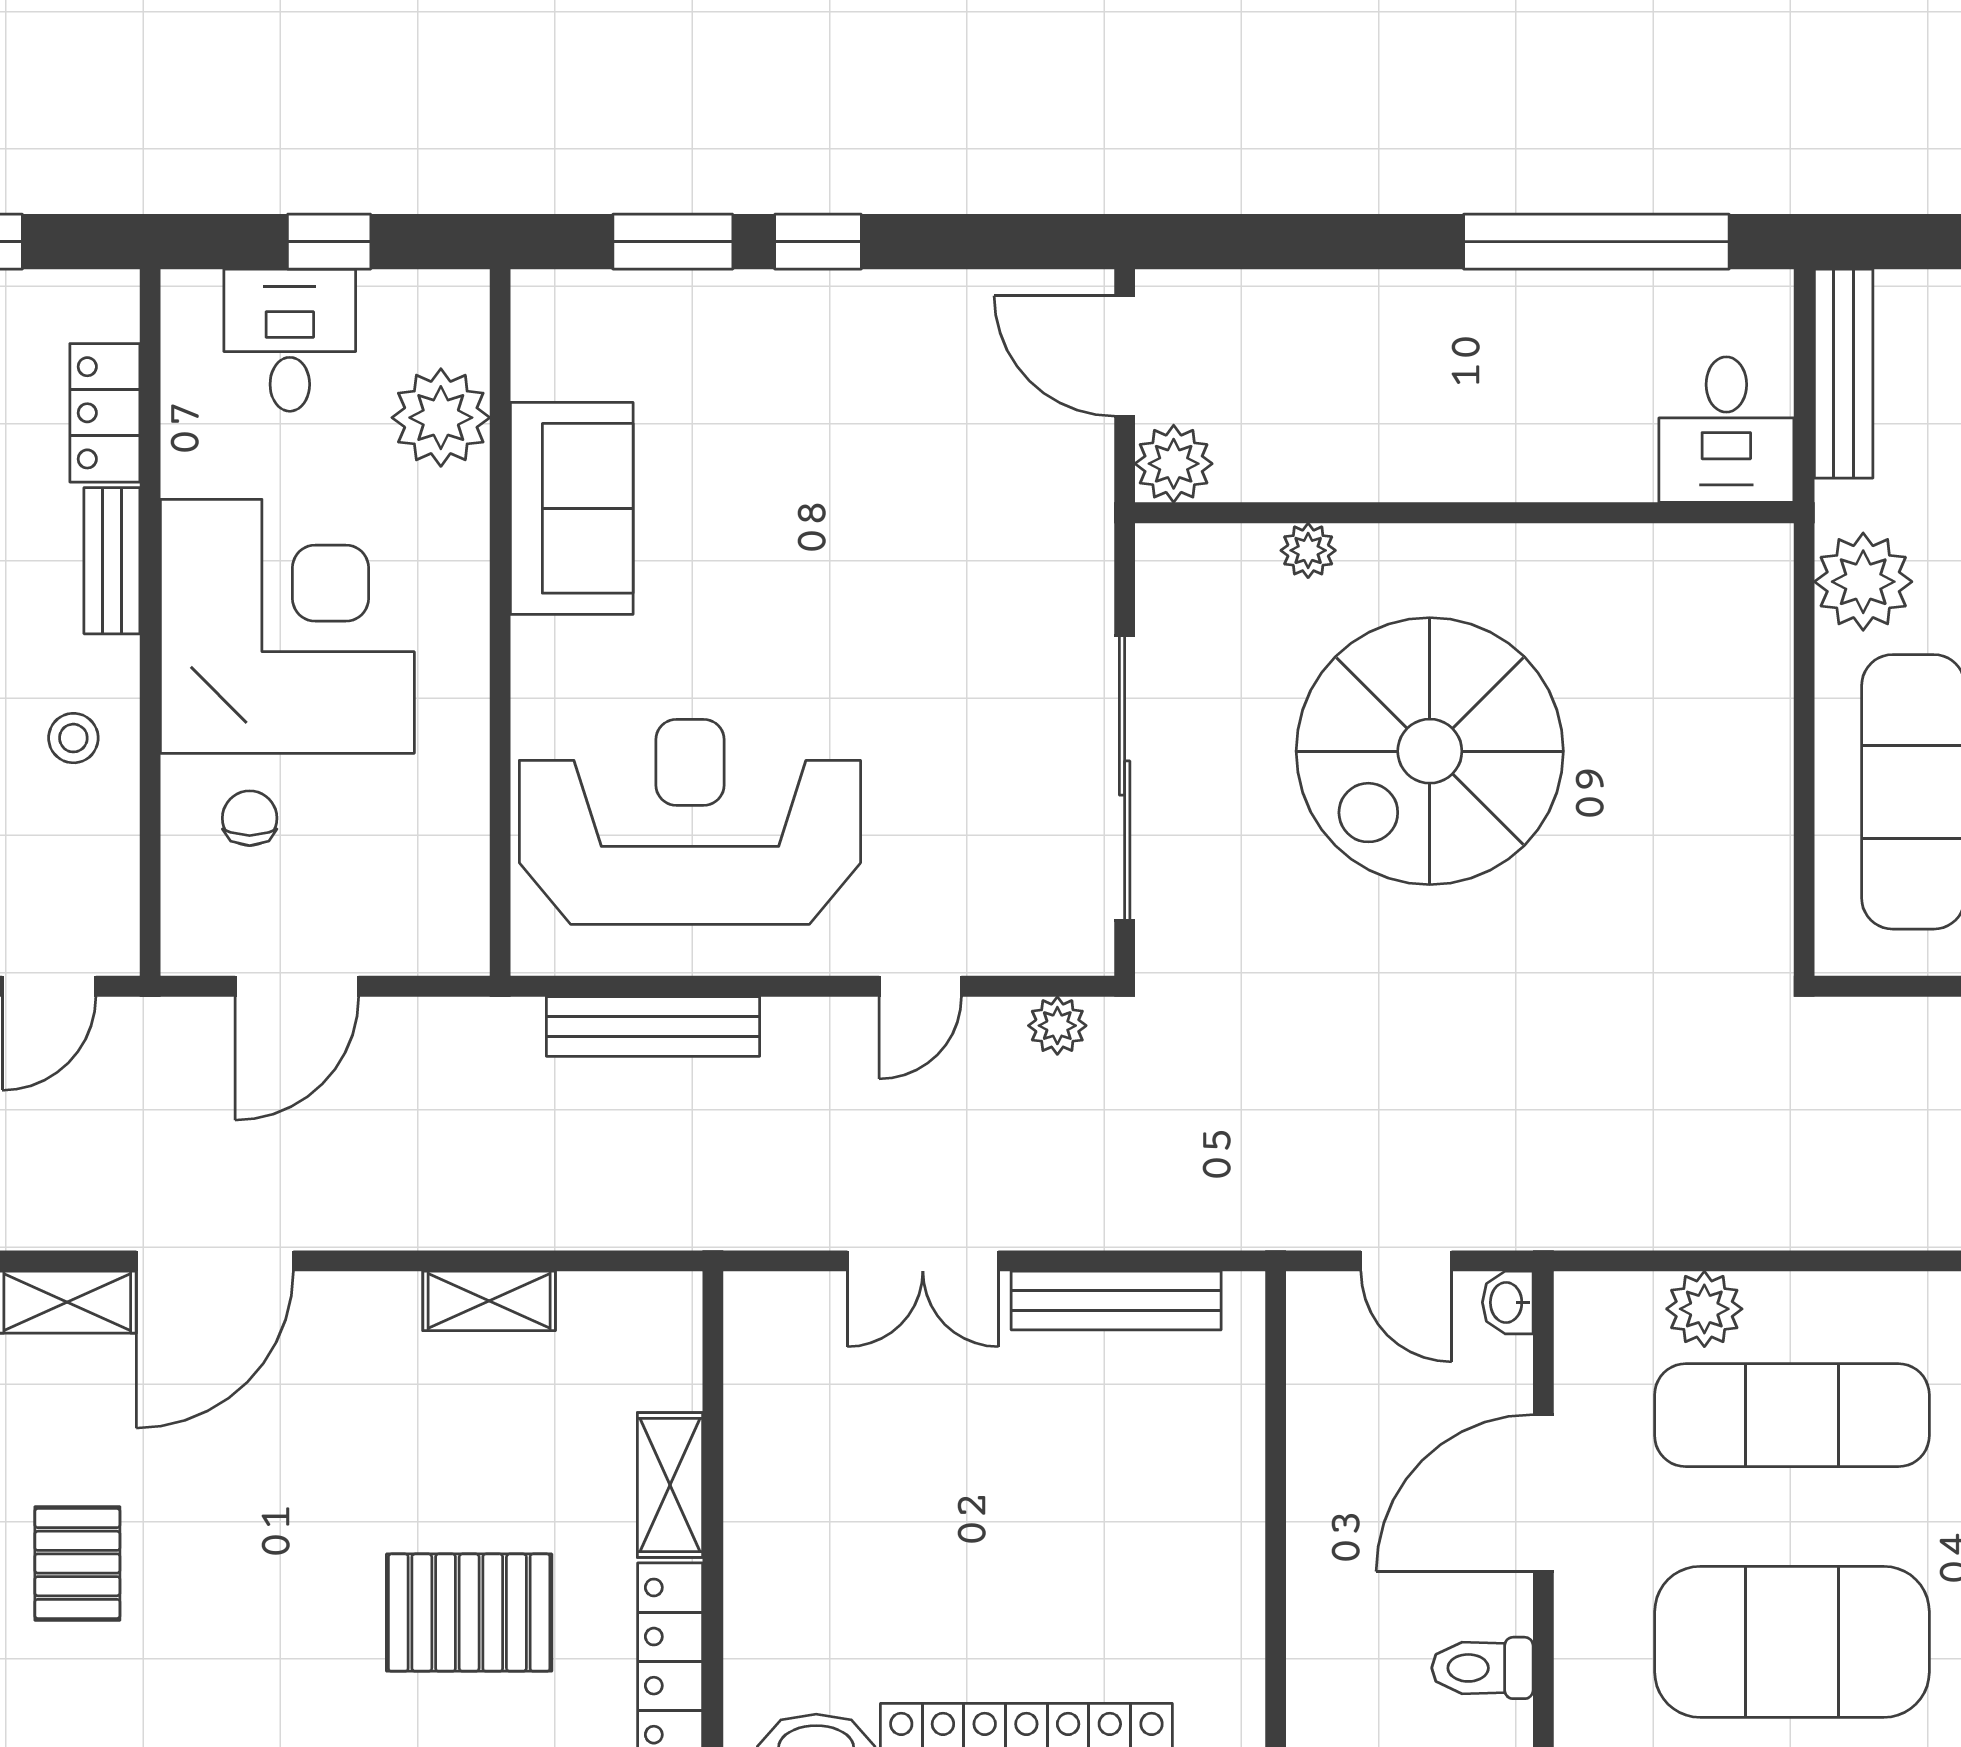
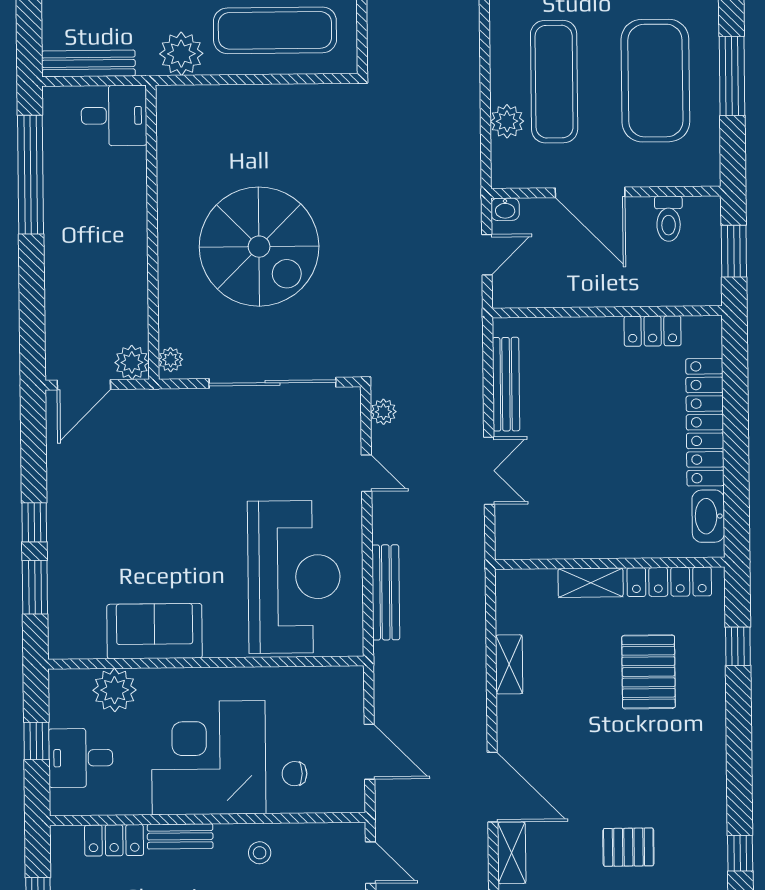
plant: (1308, 550) -> (171, 360), moved
reception desk: (690, 822) -> (294, 577), turned 180
locker: (1232, 1630) -> (653, 331), added

